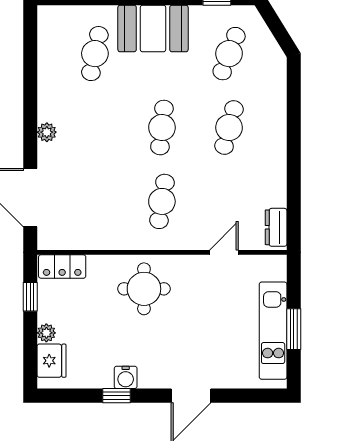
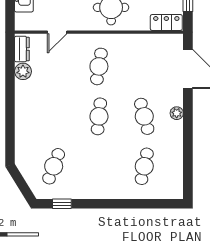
booth: (153, 29) -> (105, 183), removed
cafe table: (229, 128) -> (144, 116), moved, turned -30
plant: (274, 194) -> (23, 71), added

